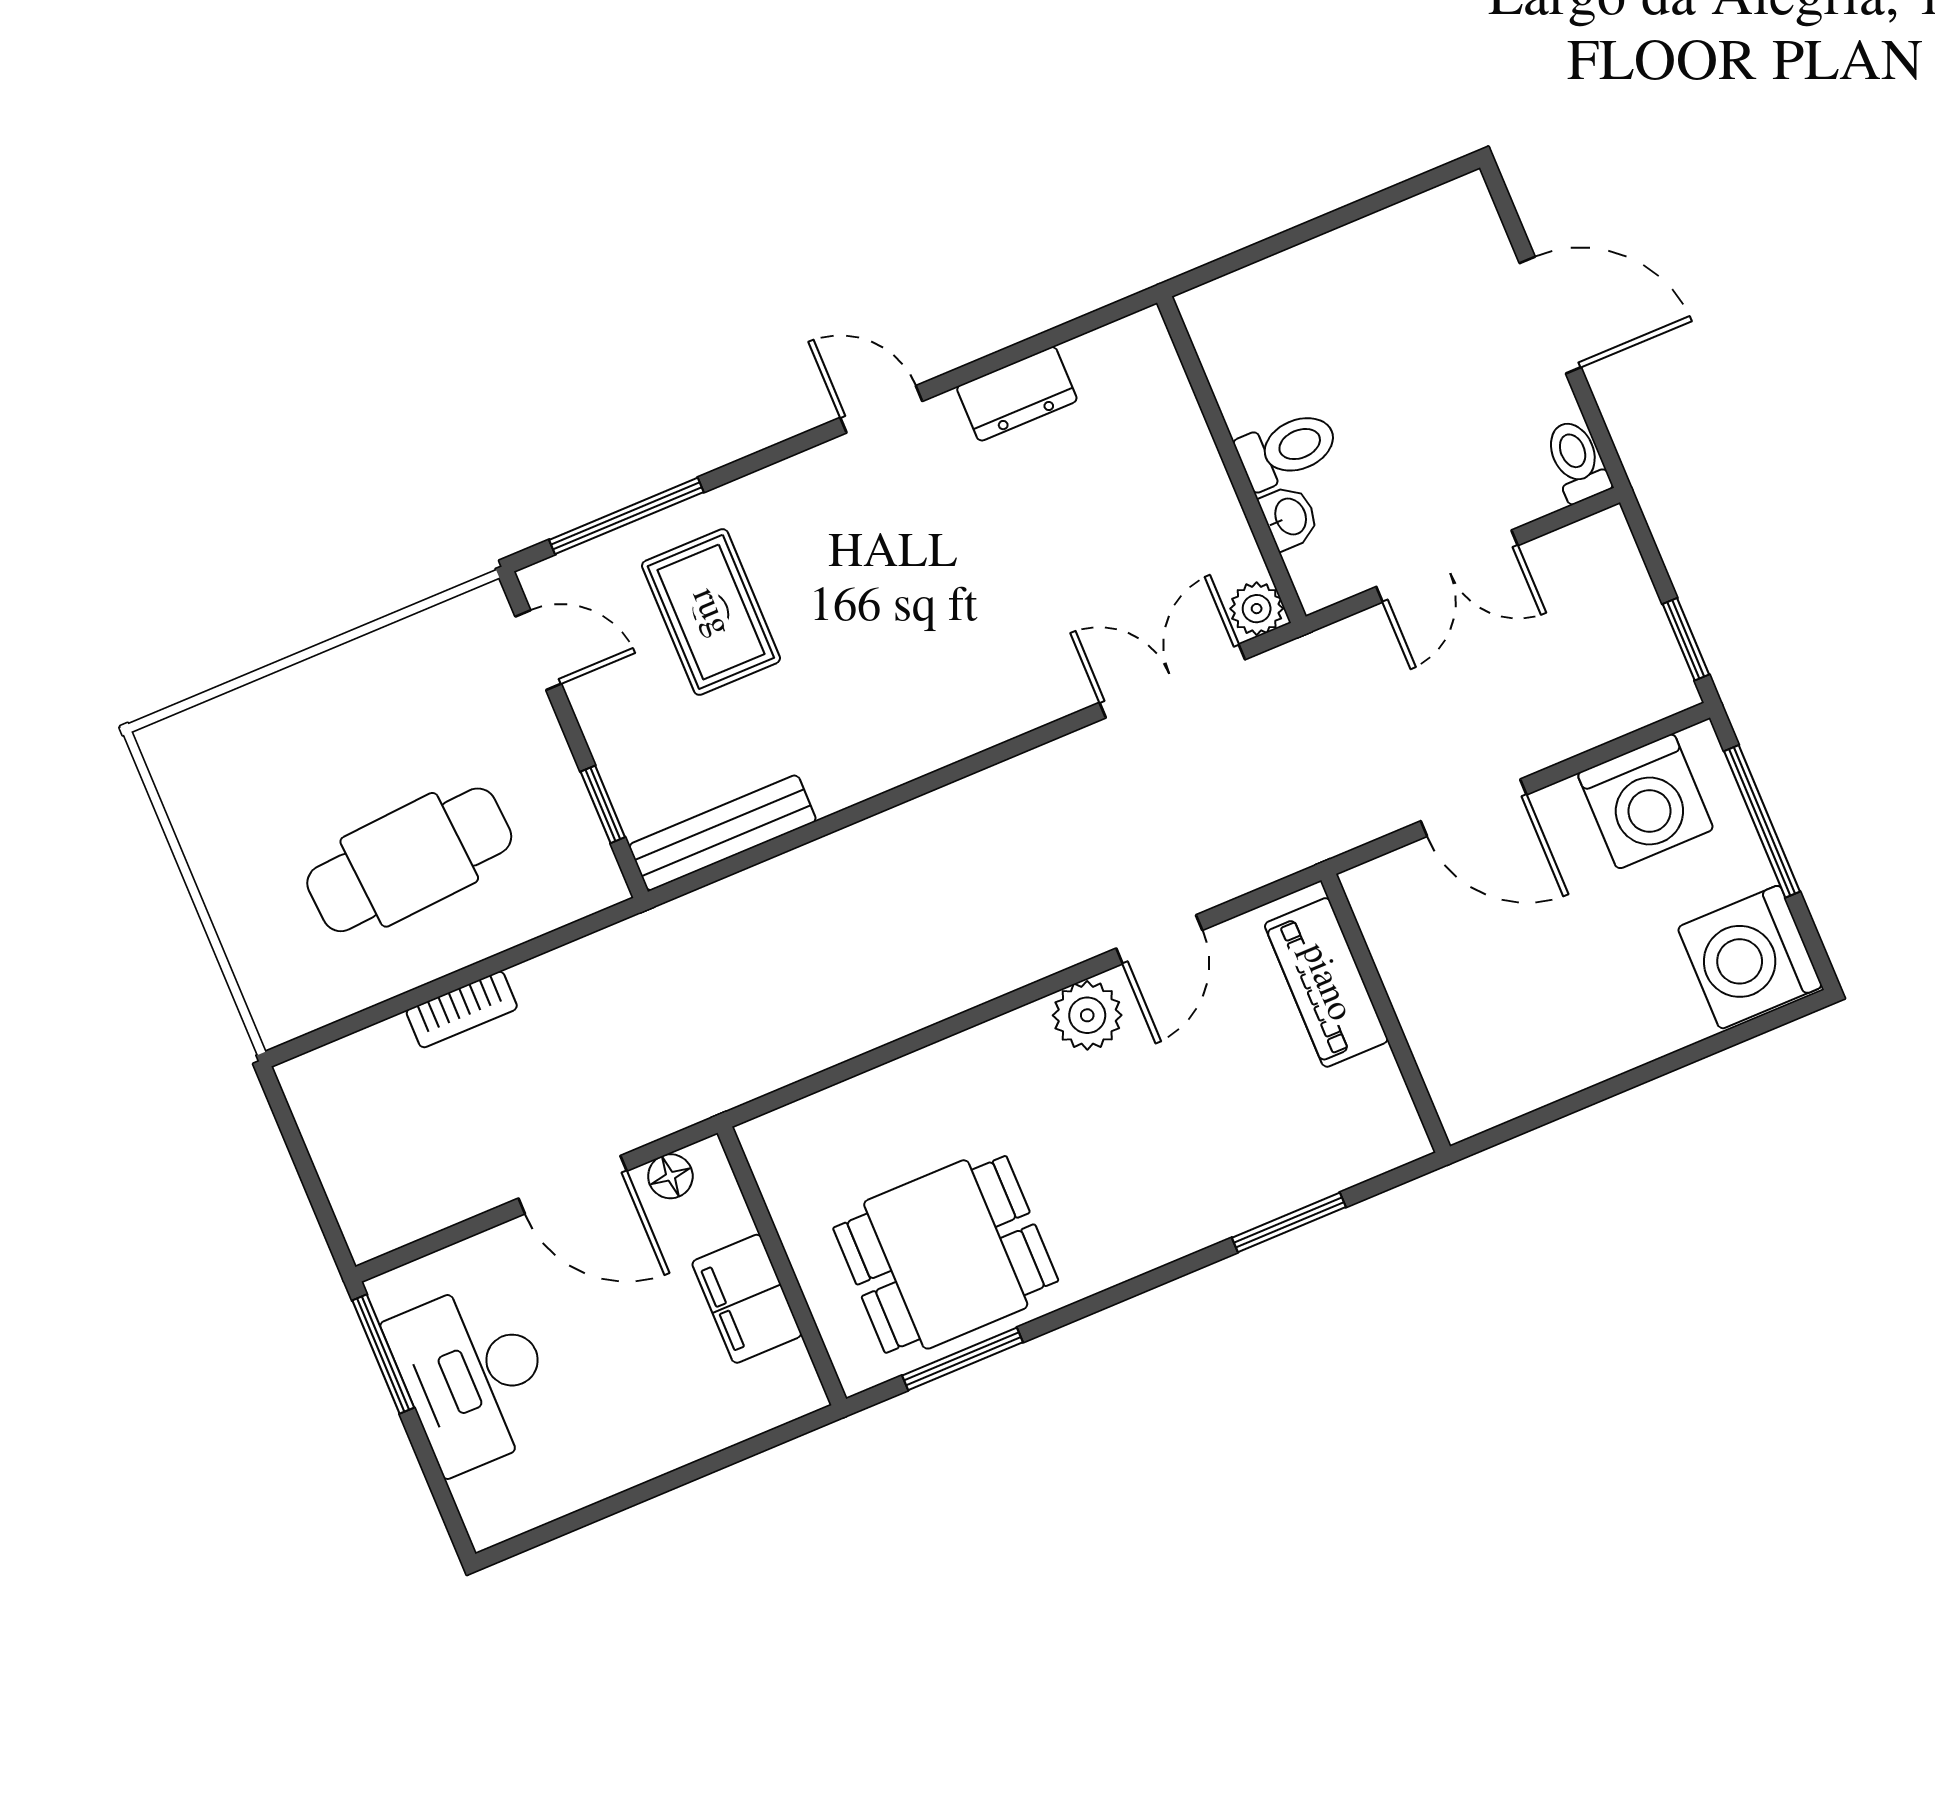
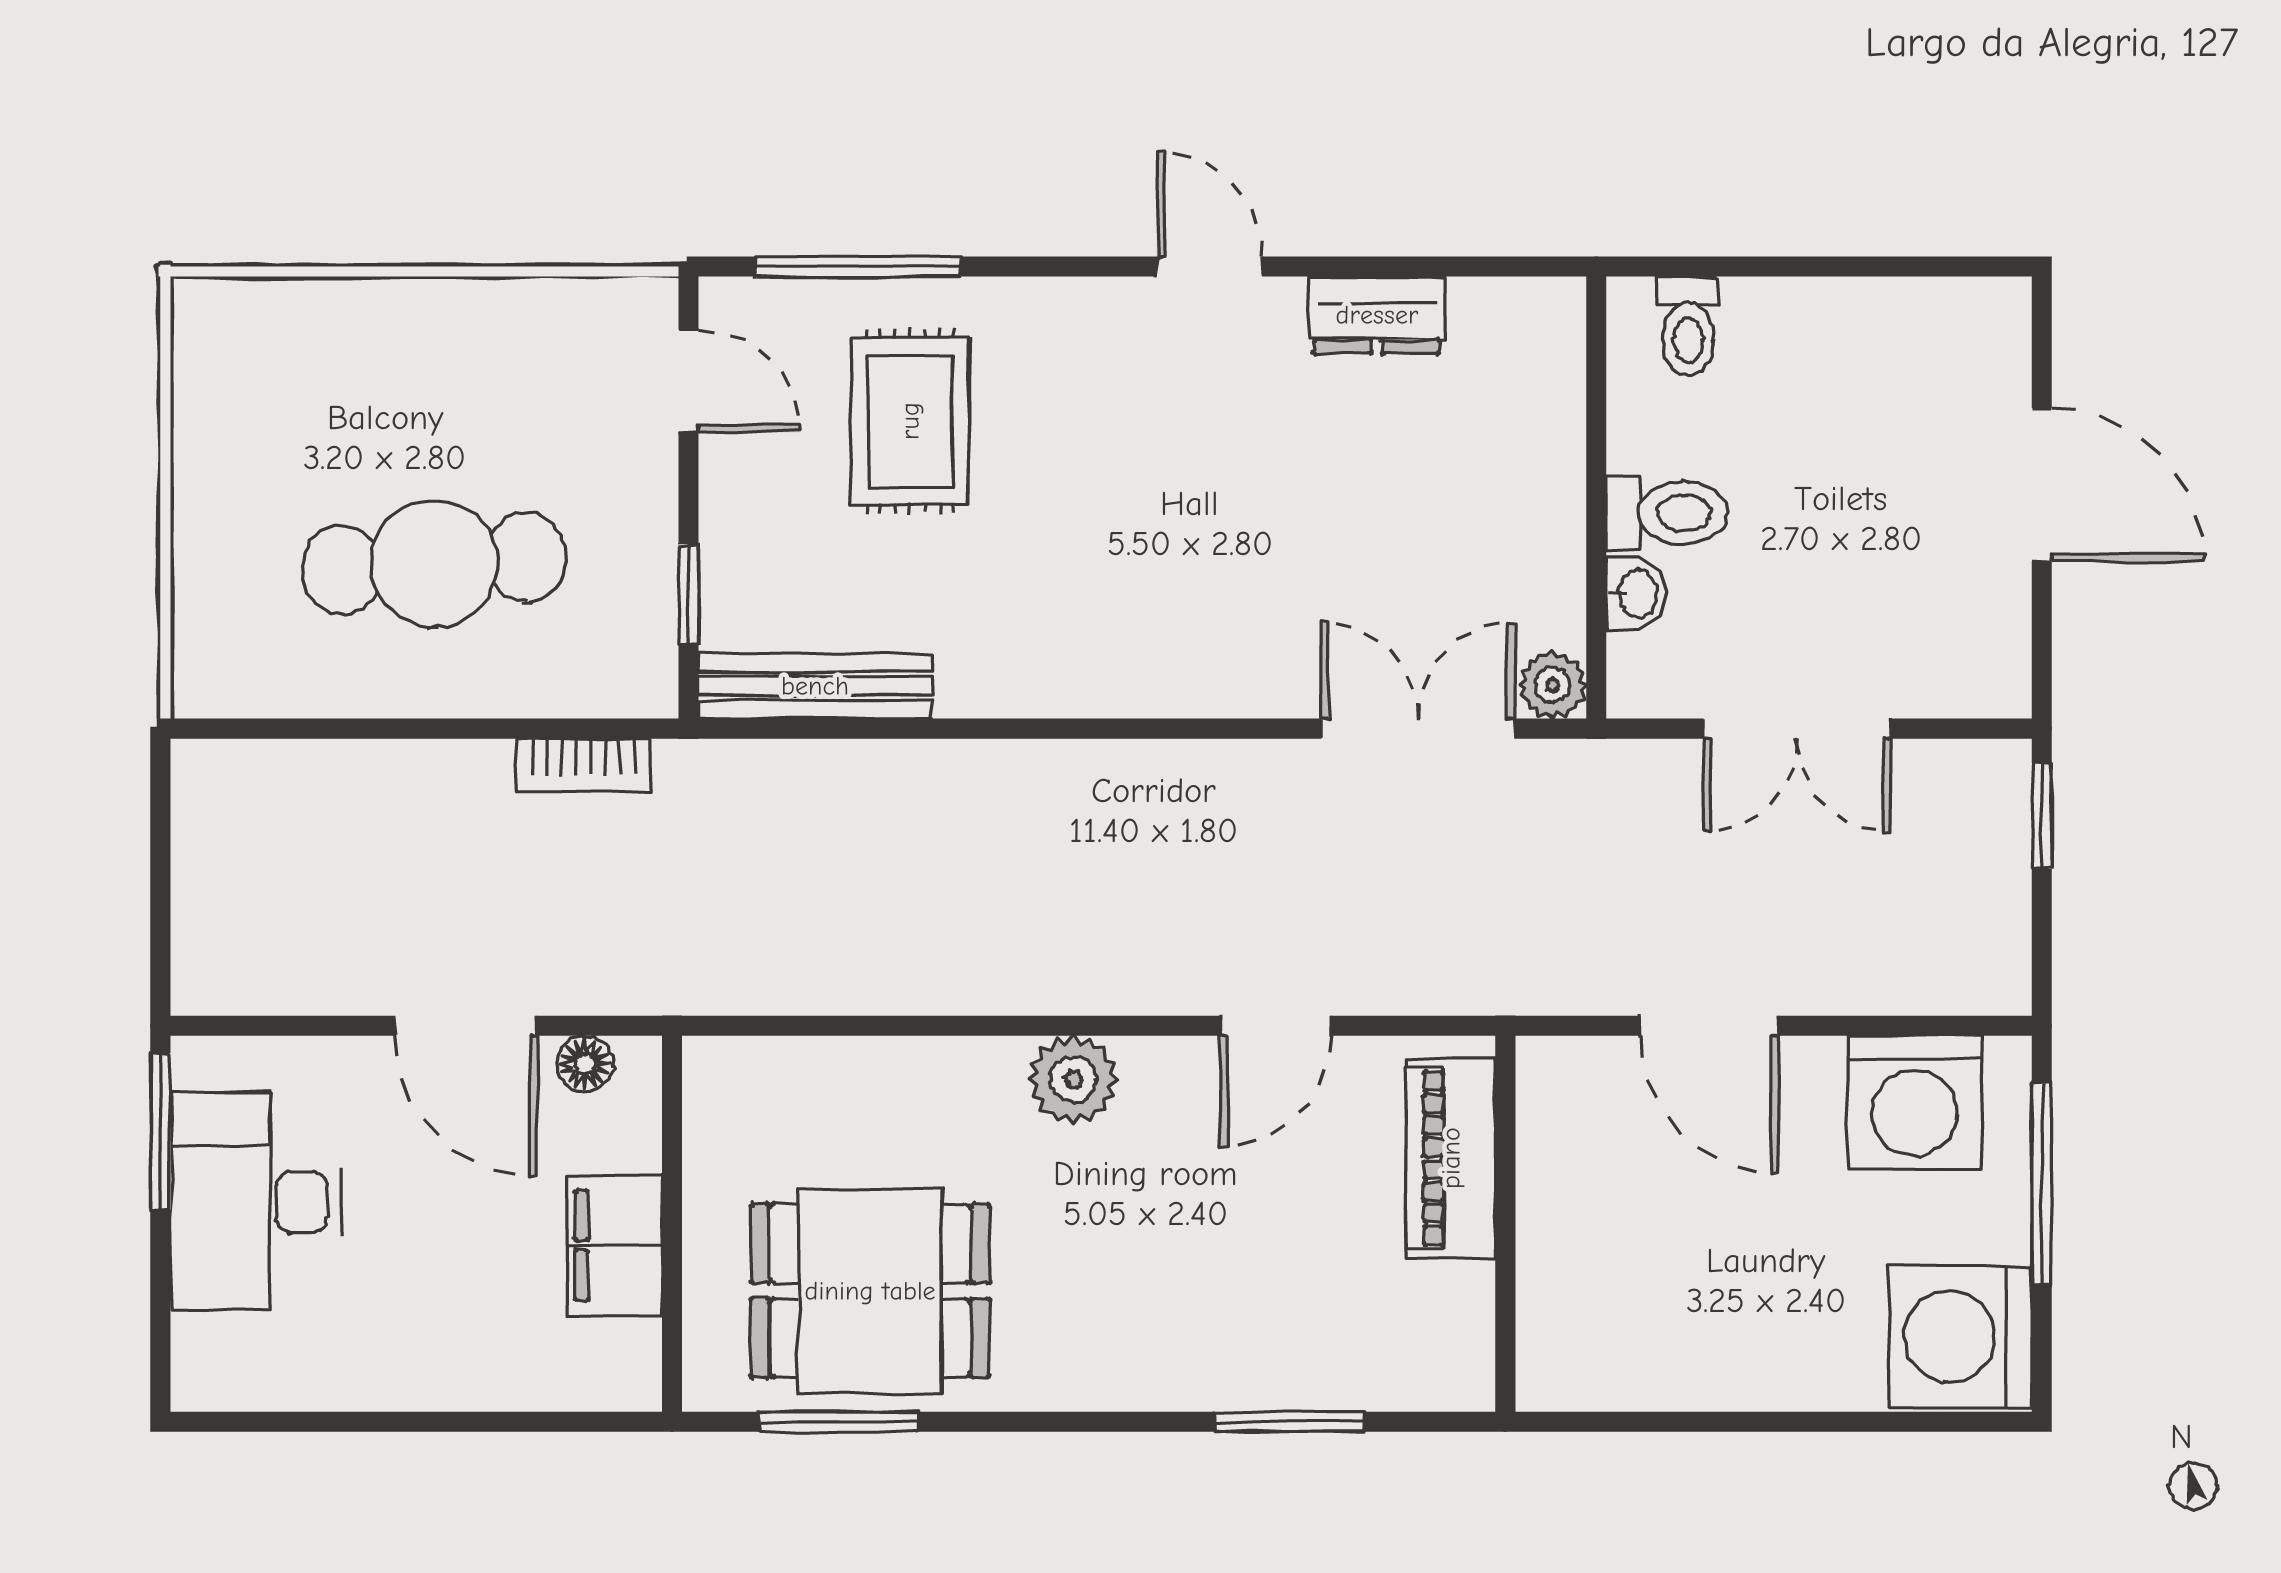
toilet: (1577, 461) -> (1688, 326), moved, turned 180
window: (1686, 639) -> (2042, 816), moved
bookcase: (462, 1009) -> (584, 765), moved
plant: (1087, 1015) -> (1073, 1079), moved

